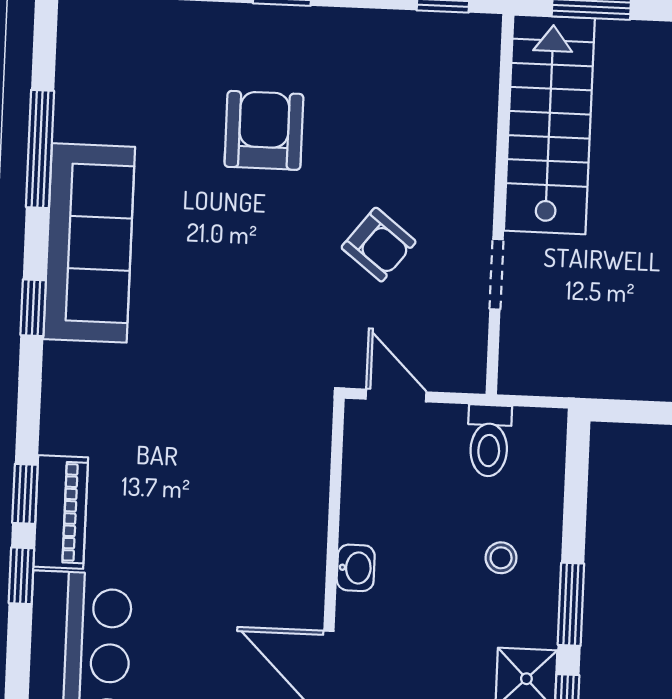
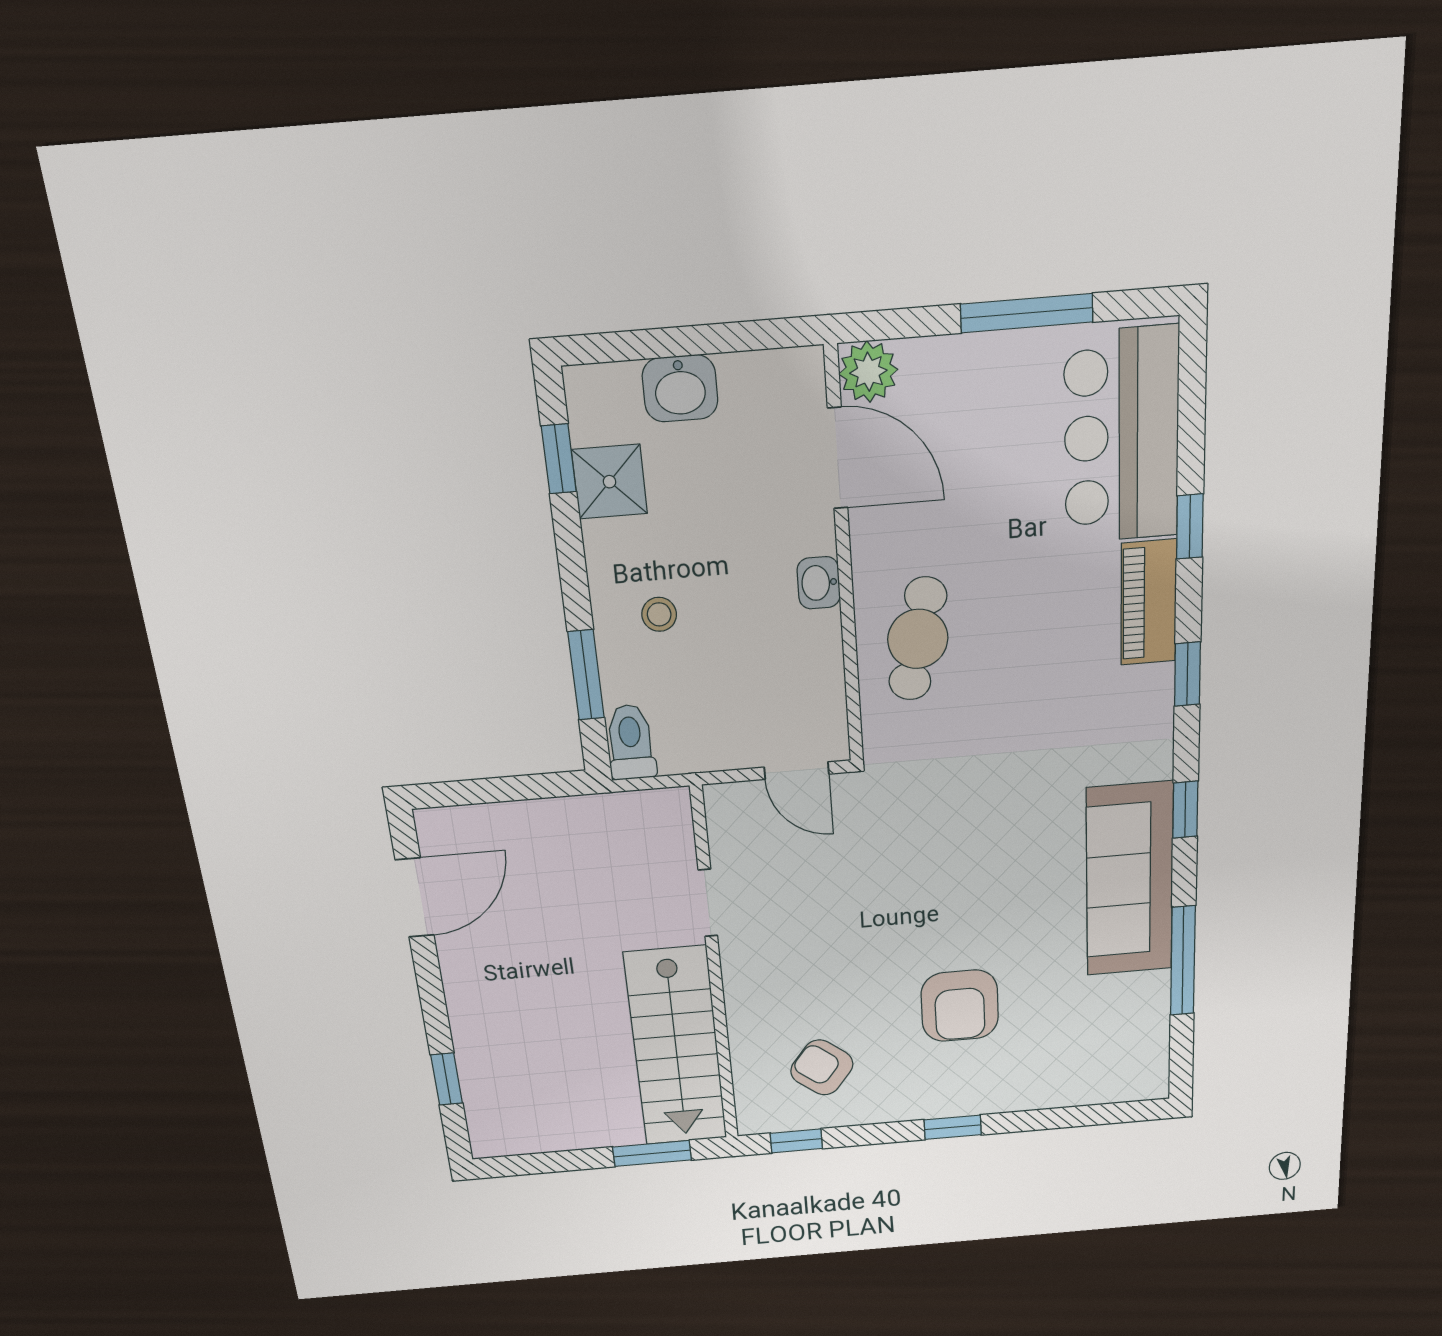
armchair: (379, 245) -> (822, 1067), moved
toilet: (489, 441) -> (631, 742), moved
window: (25, 494) -> (1187, 674), moved
cafe table: (272, 506) -> (918, 639), added
window: (571, 604) -> (586, 675), moved

